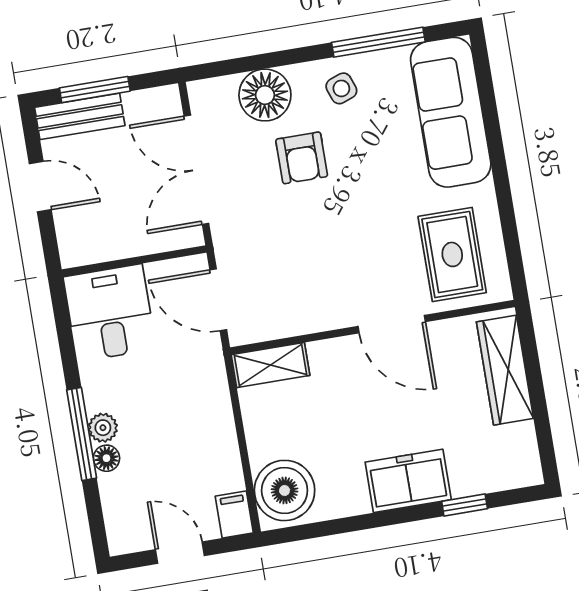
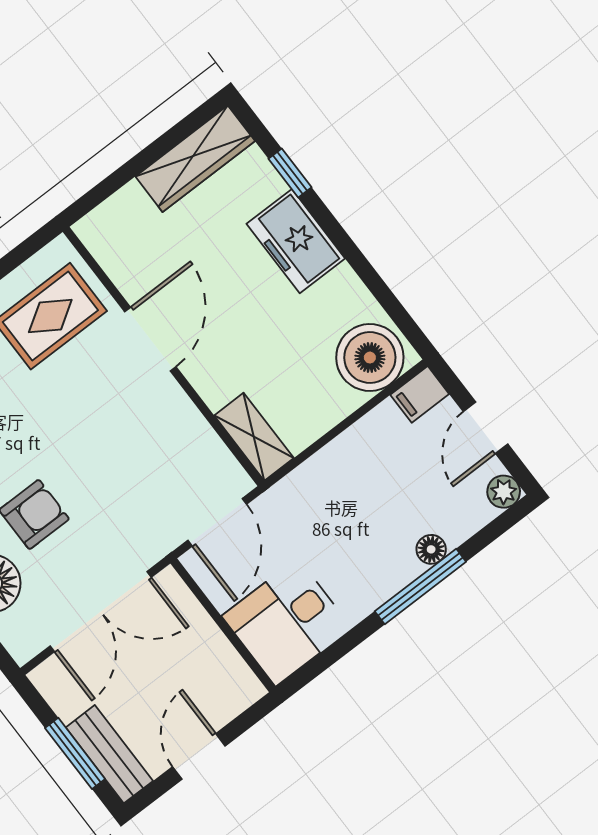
wardrobe: (505, 370) -> (195, 159), moved
plant: (103, 428) -> (504, 492), moved

